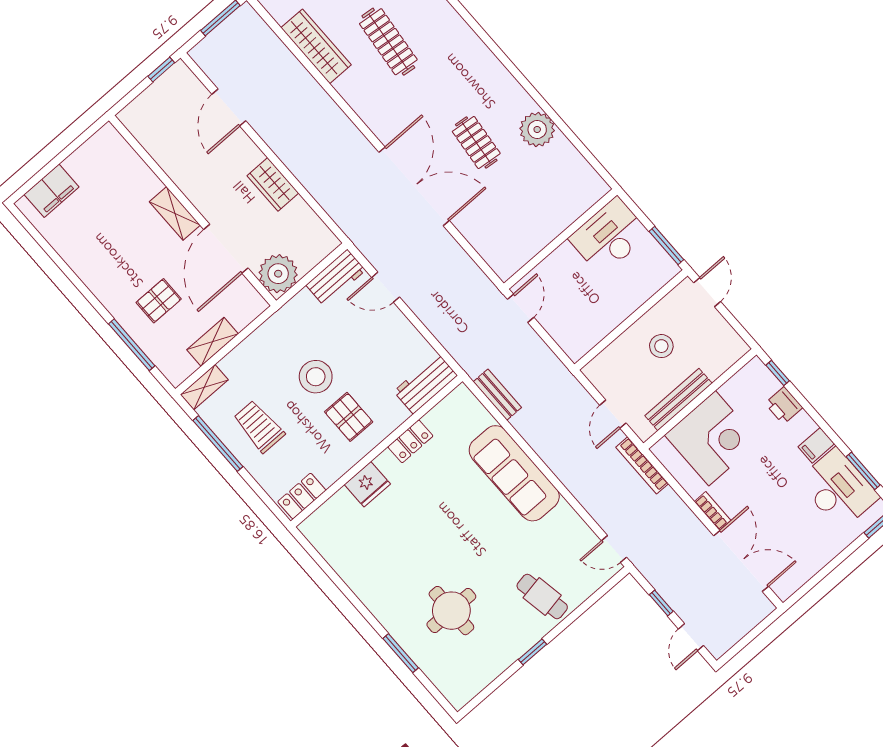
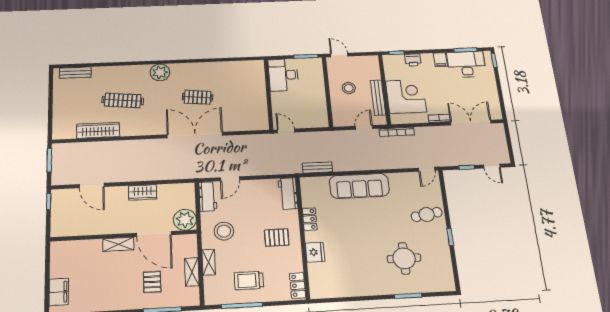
plant: (537, 129) -> (160, 72), moved
stool: (316, 377) -> (224, 231), moved
shelving: (204, 387) -> (209, 262), moved
door: (613, 414) -> (364, 127), swing flipped

